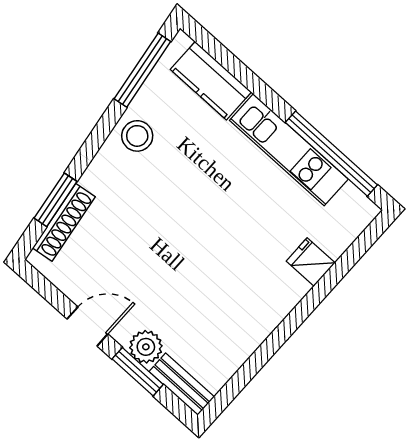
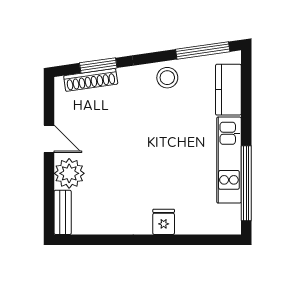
fridge: (311, 262) -> (164, 222), moved
plant: (146, 347) -> (69, 173), width x1.36, depth x1.36
window: (138, 372) -> (49, 185), removed

